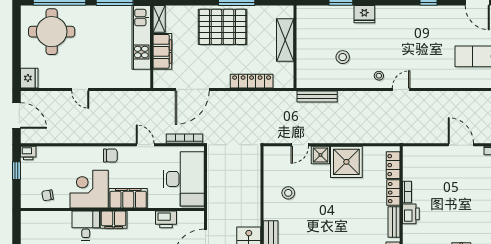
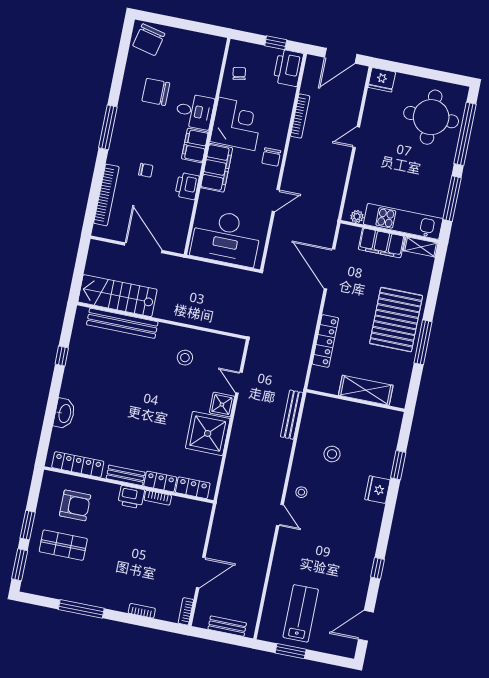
plant: (145, 76) -> (357, 217), added
bookcase: (184, 139) -> (300, 116), moved
printer: (28, 153) -> (288, 68), width x1.87, depth x1.48
printer: (166, 219) -> (187, 186), moved

